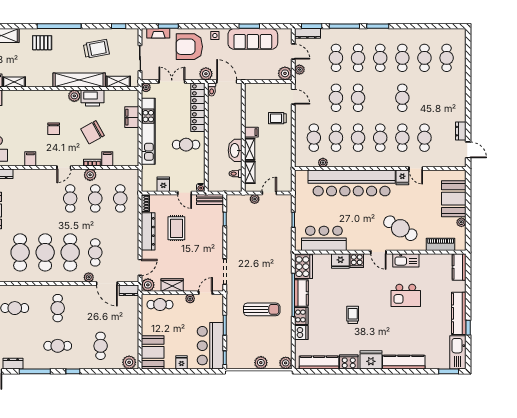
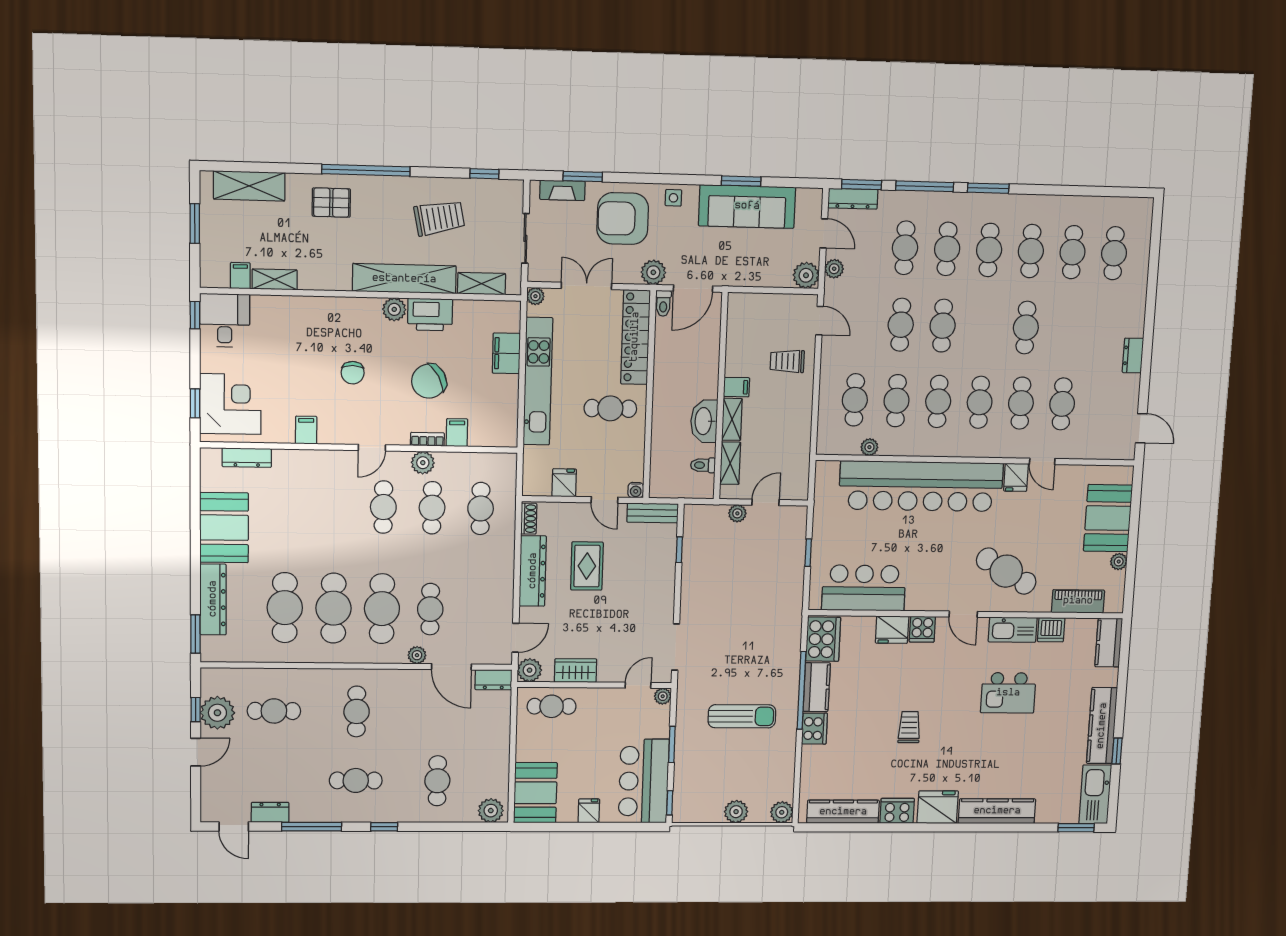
door: (227, 82) -> (693, 288), swing flipped
dresser: (461, 131) -> (1133, 355), moved
plant: (190, 299) -> (663, 696), moved
dishwasher: (301, 333) -> (1051, 630), moved, turned 90

